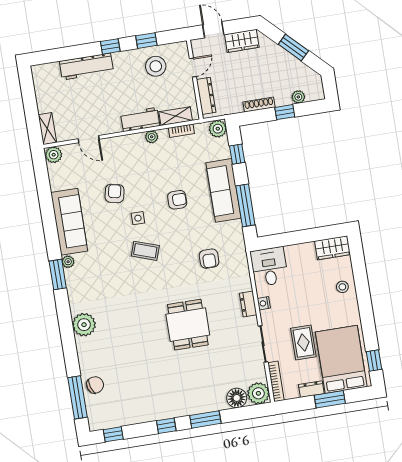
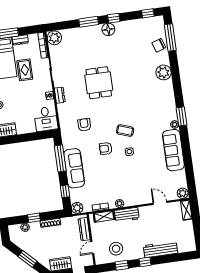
armchair: (115, 193) -> (144, 168), removed
armchair: (177, 200) -> (106, 148), moved
plant: (84, 325) -> (164, 72), moved
floor lamp: (237, 398) -> (108, 29), moved

